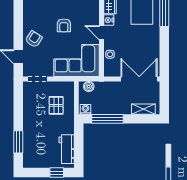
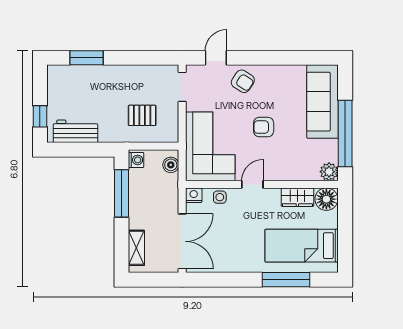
nightstand: (109, 20) -> (194, 195), moved

